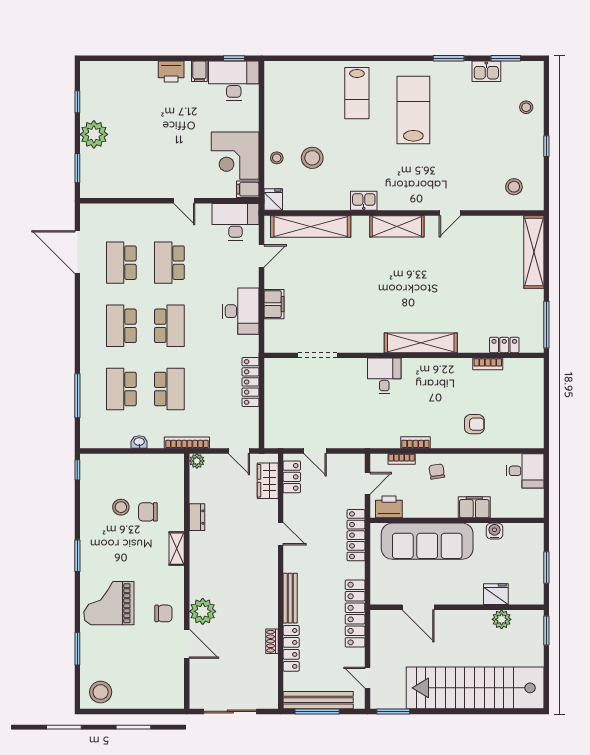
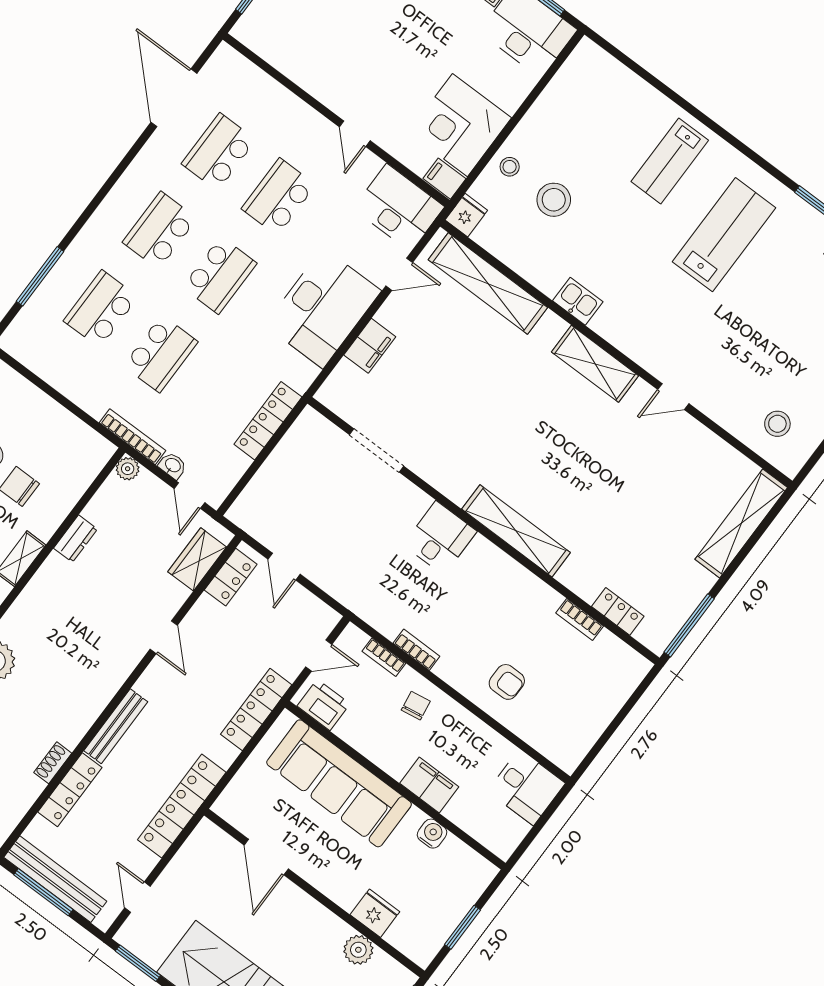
desk: (241, 311) -> (323, 308), width x1.36, depth x1.30
washbasin: (139, 442) -> (173, 466), moved

